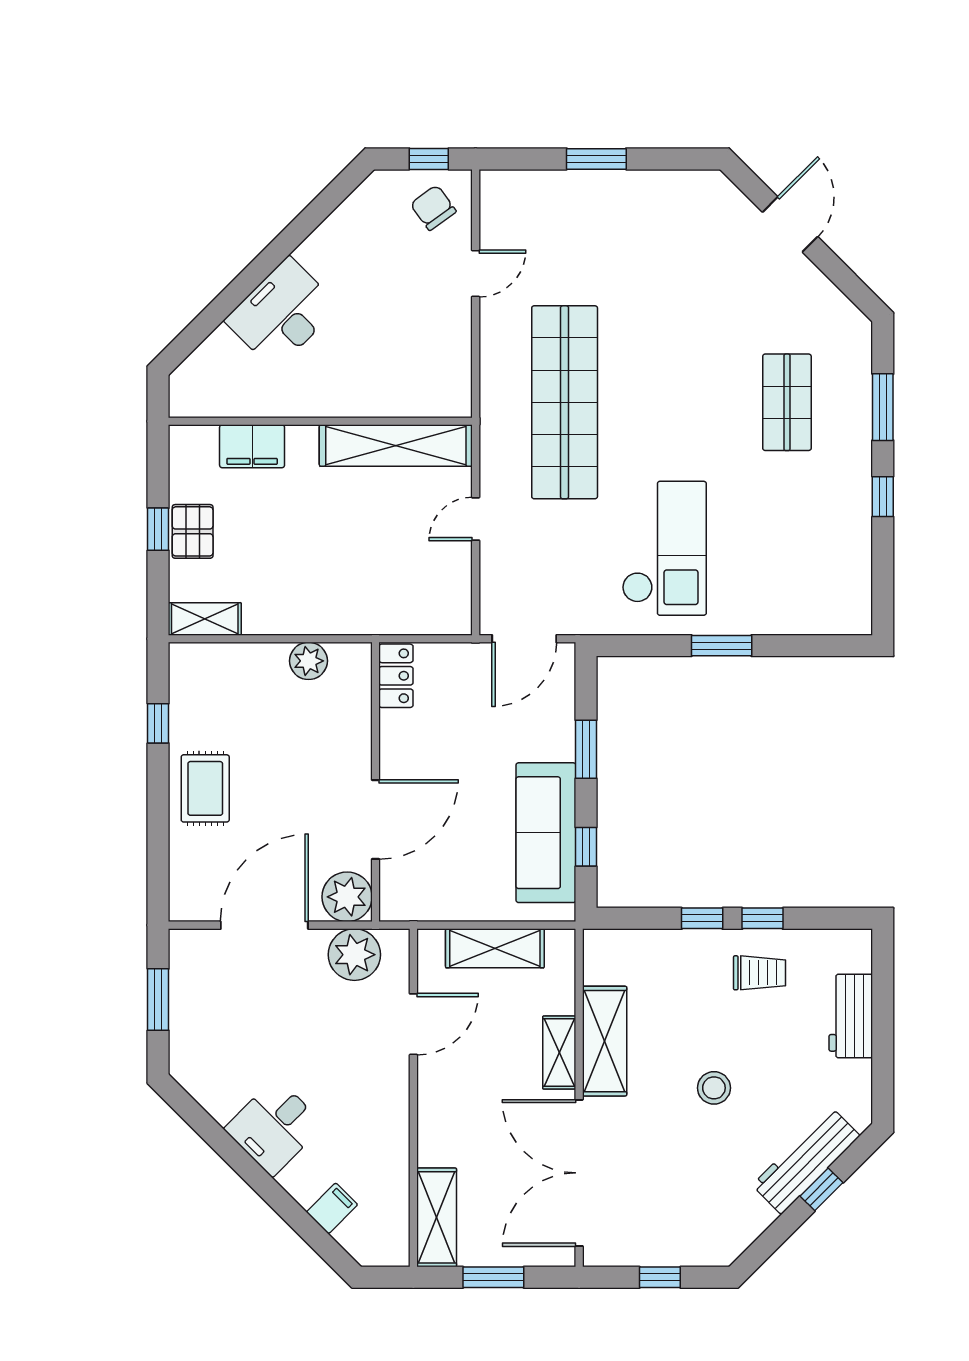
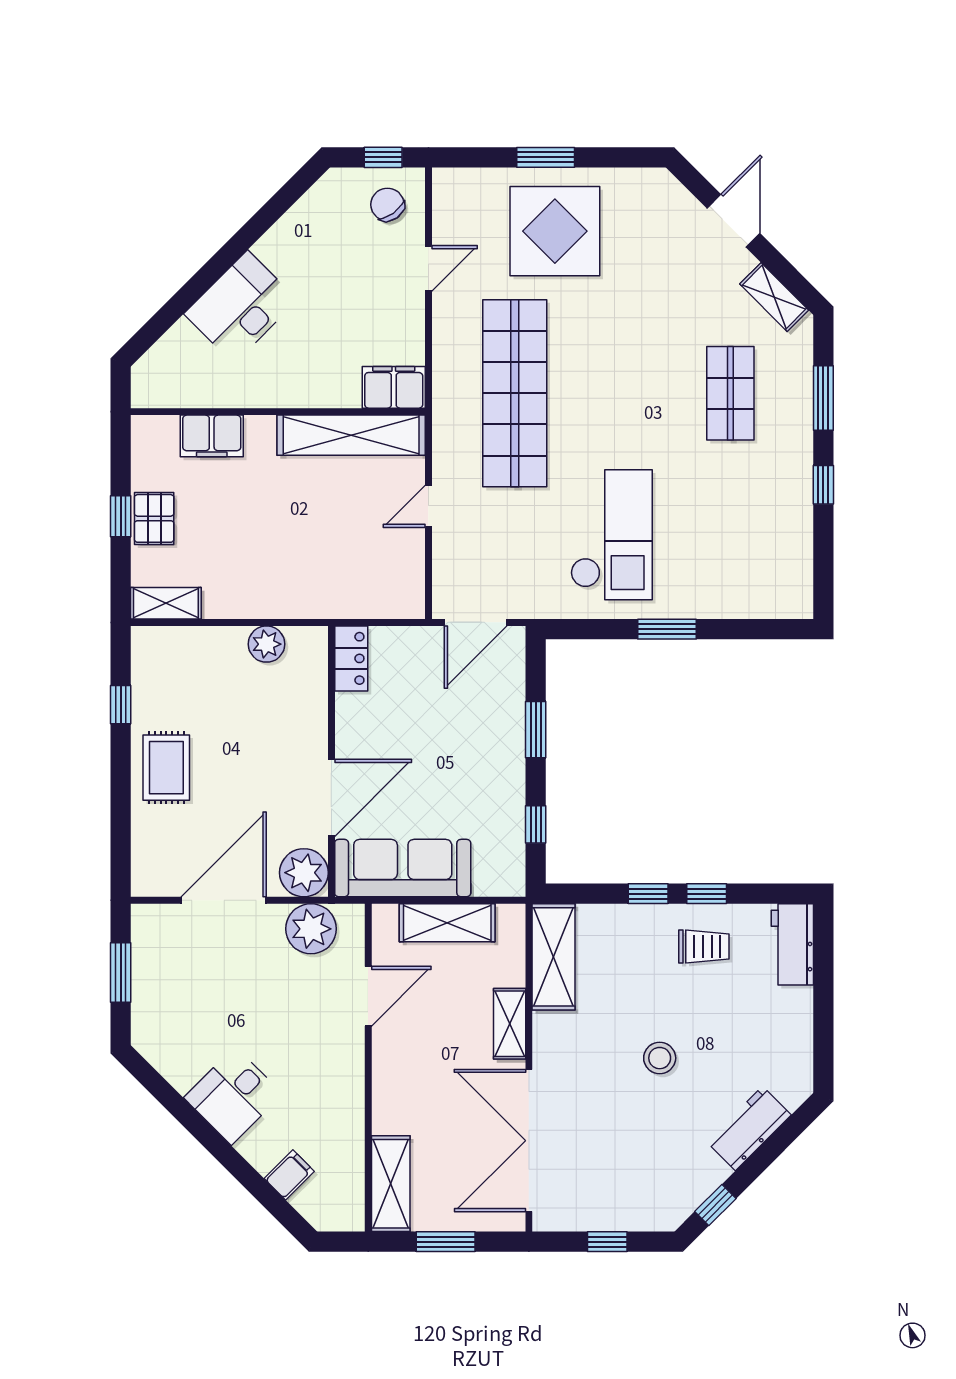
display table: (606, 235) -> (555, 231), added
shelving: (832, 303) -> (774, 297), added
filing cabinet: (440, 396) -> (394, 387), added
sofa: (546, 833) -> (403, 868), moved, turned 90
workbench: (851, 1016) -> (792, 944), moved
shelving: (605, 1041) -> (554, 957), moved
workbench: (806, 1160) -> (749, 1128), width x0.73
window: (821, 1189) -> (715, 1205), moved

